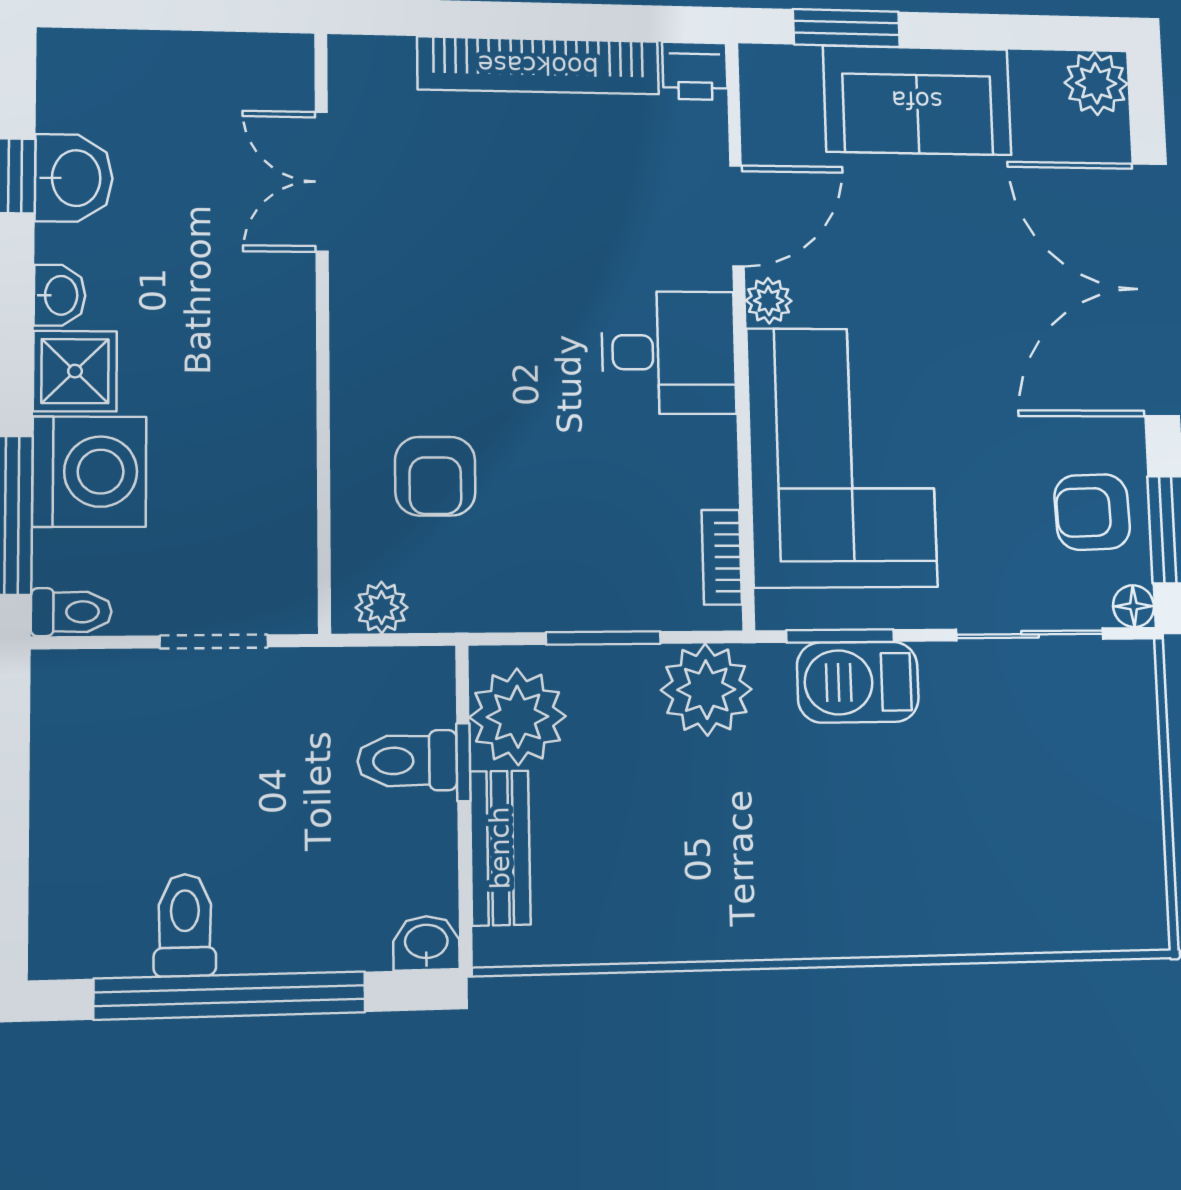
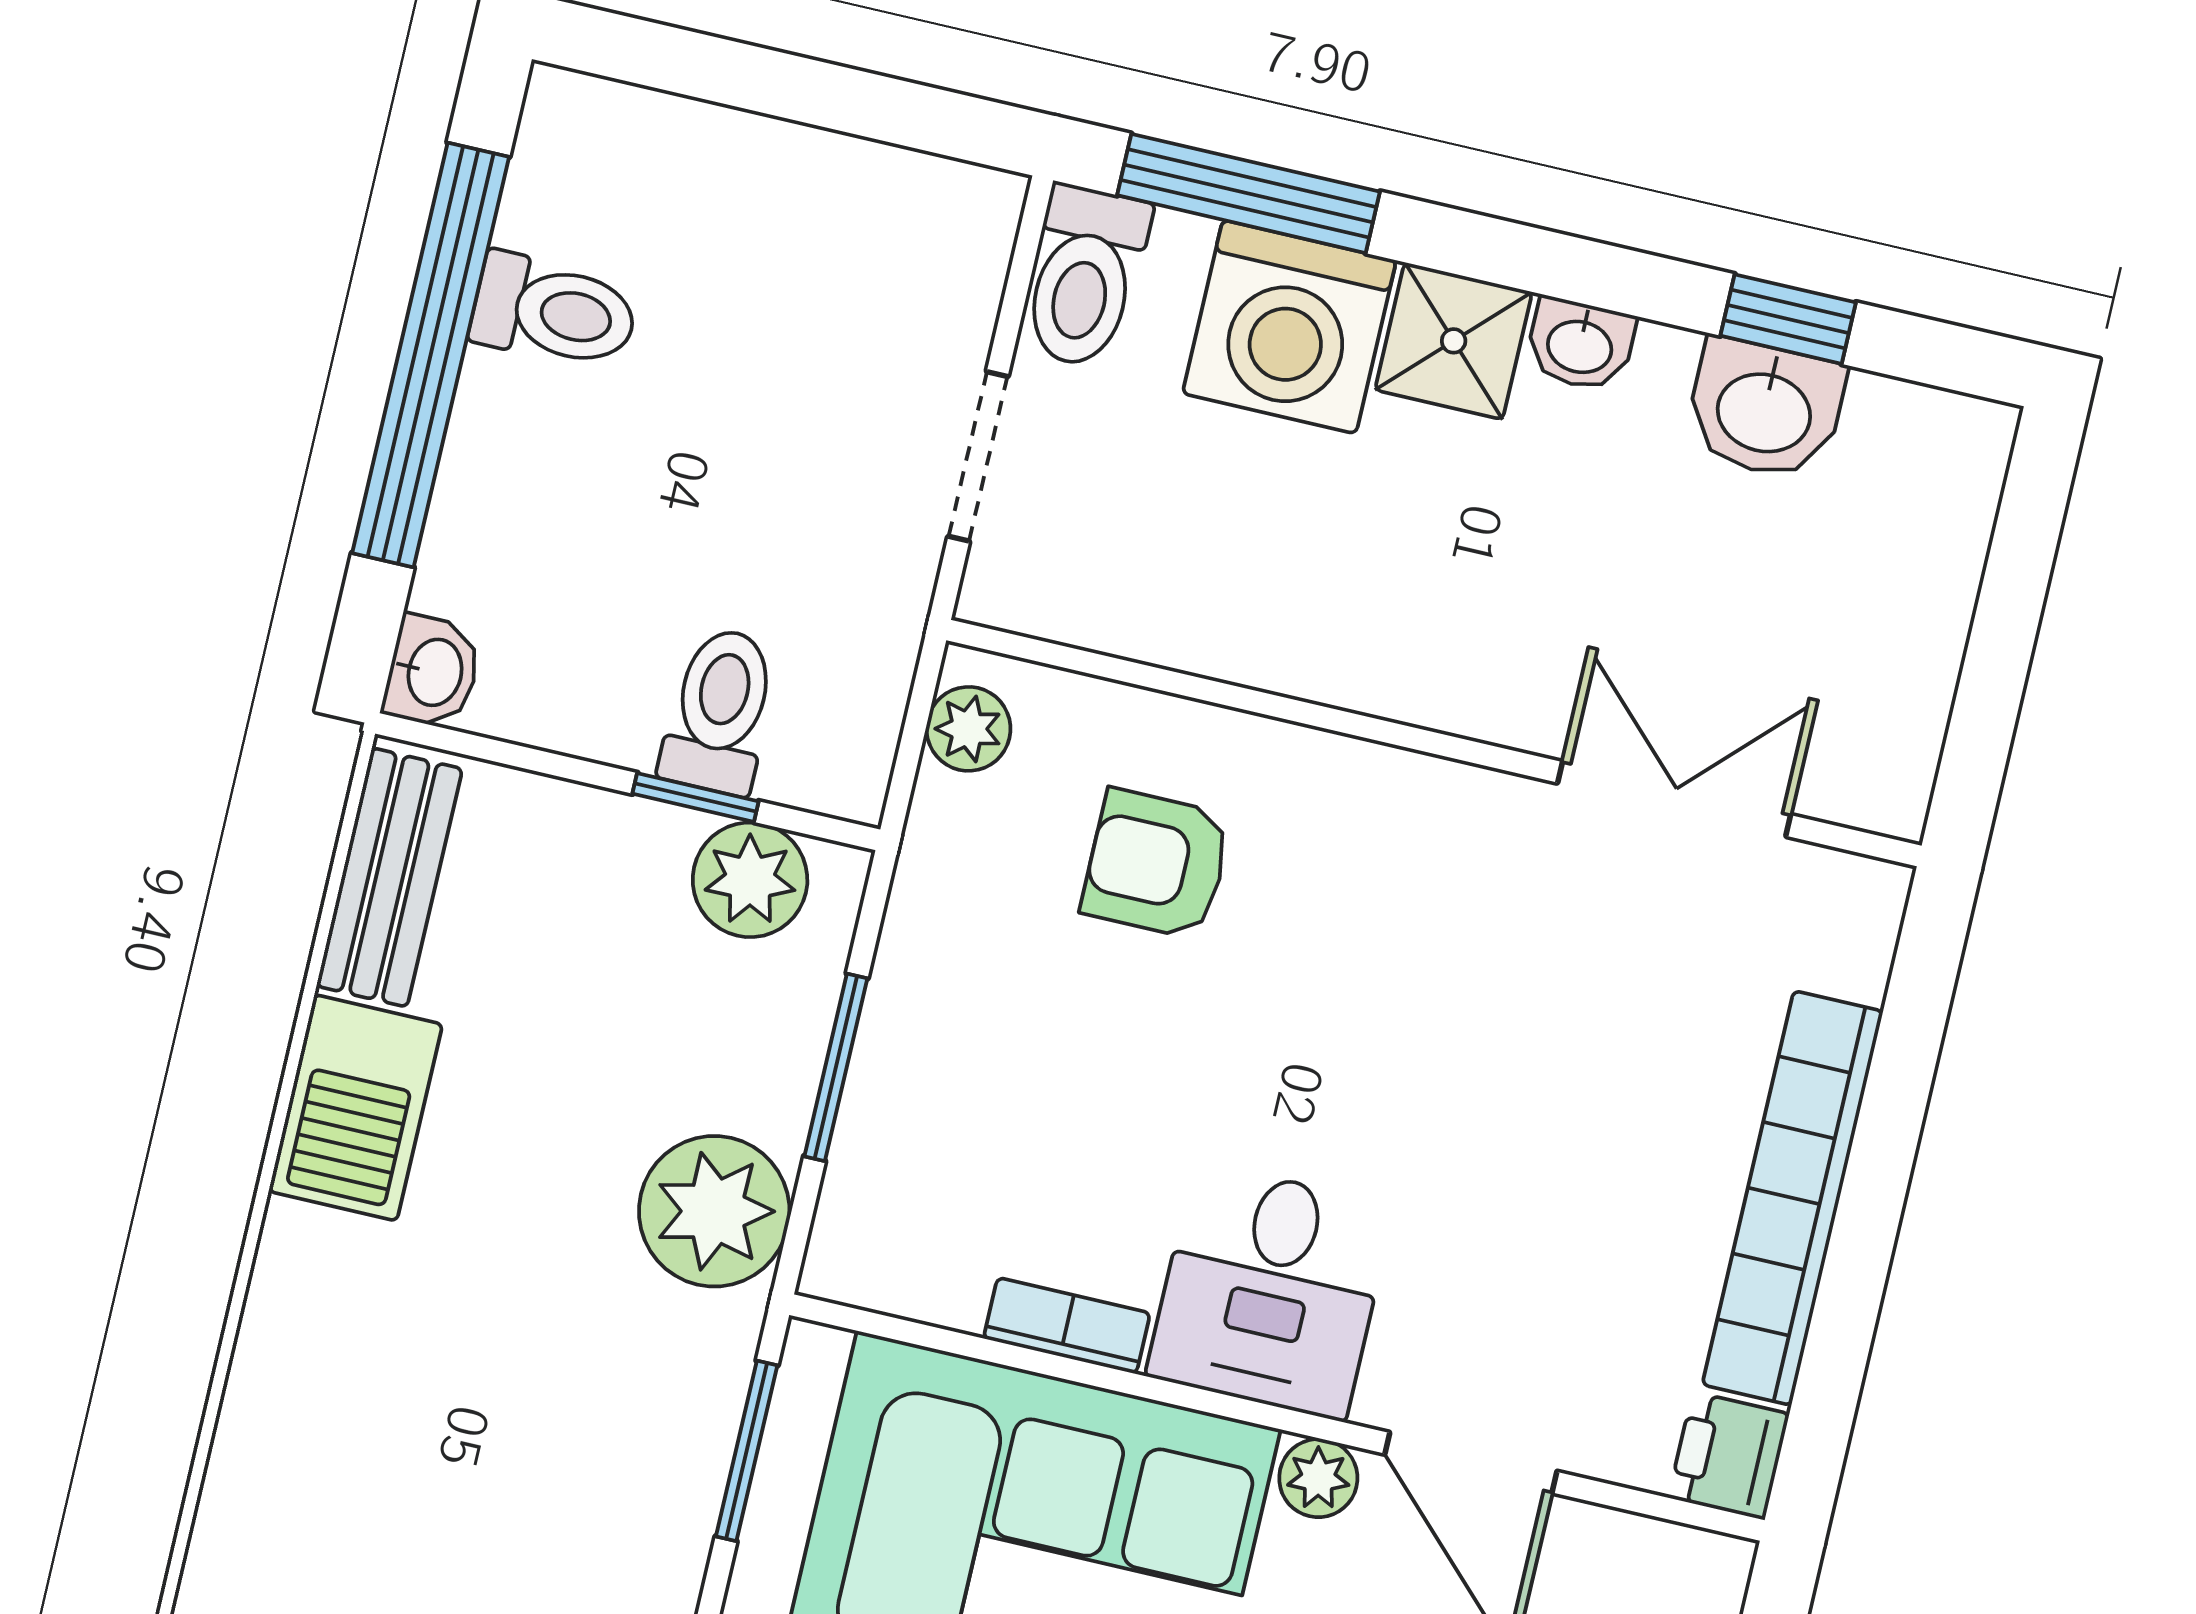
bookcase: (722, 557) -> (1067, 1326), moved
toilet: (71, 612) -> (1085, 277), width x1.37, depth x1.39
barbecue: (858, 682) -> (356, 1108), moved, turned 180
plant: (518, 717) -> (750, 880), width x0.73, depth x0.73
bench: (500, 848) -> (389, 877), moved, turned 90

